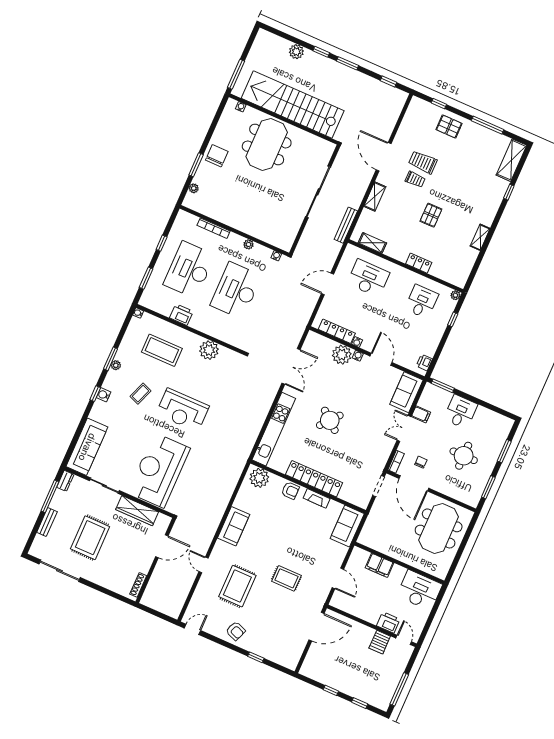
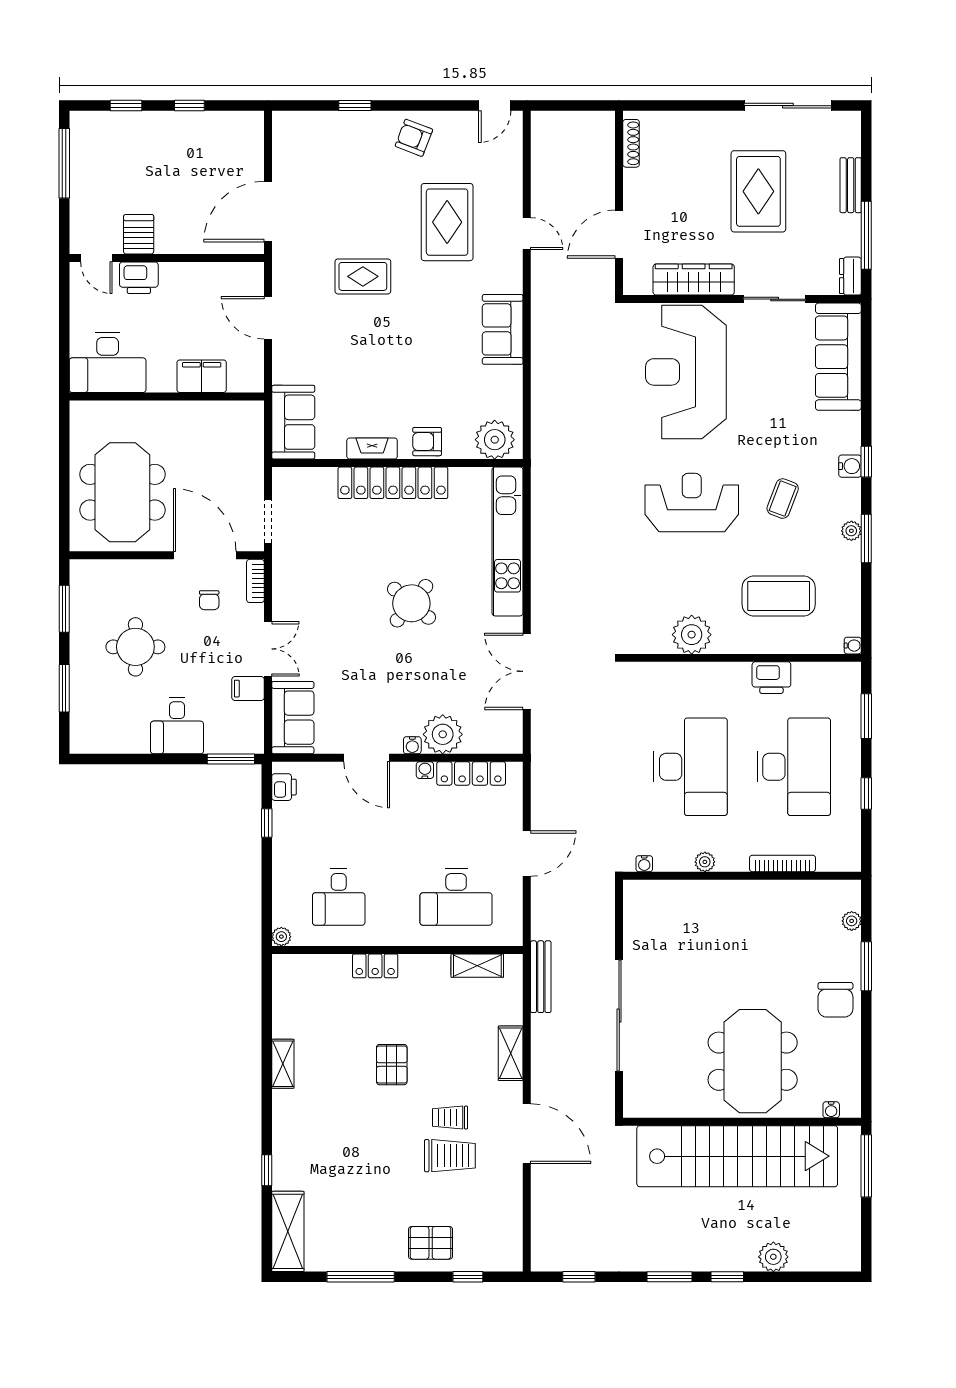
window: (453, 319) -> (267, 823), moved
reception desk: (159, 470) -> (686, 372), turned 180

